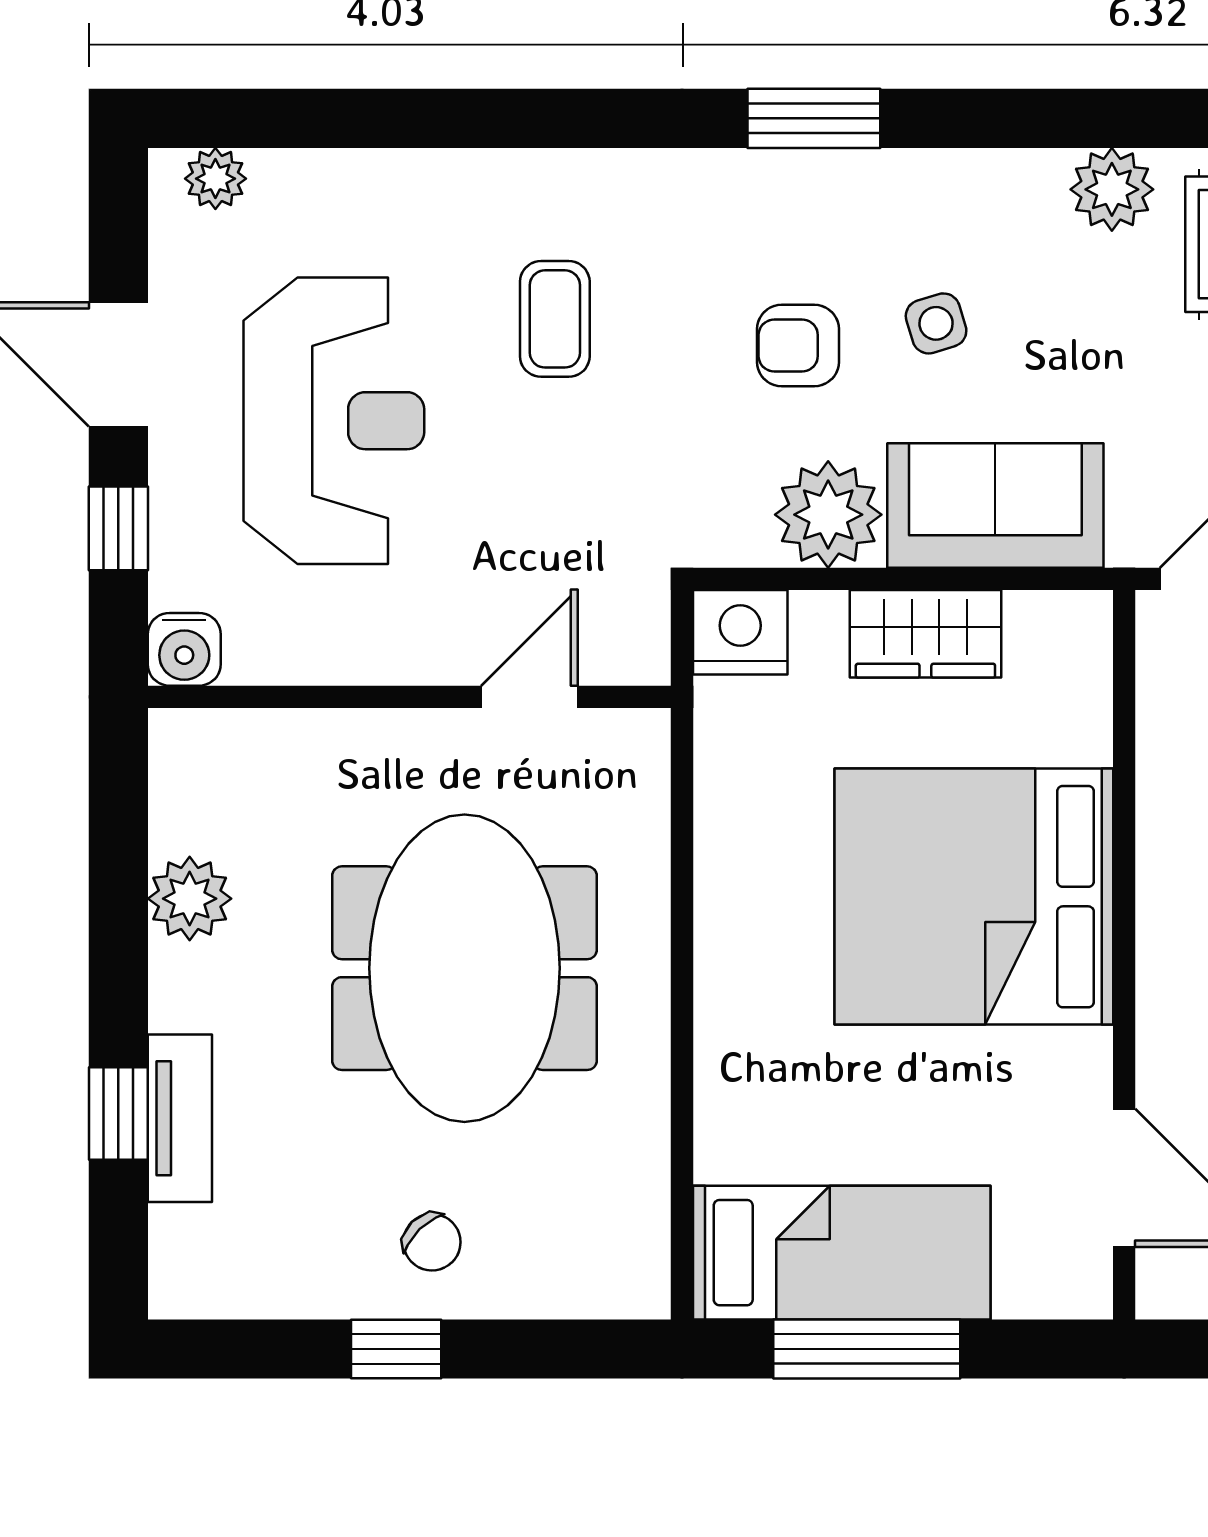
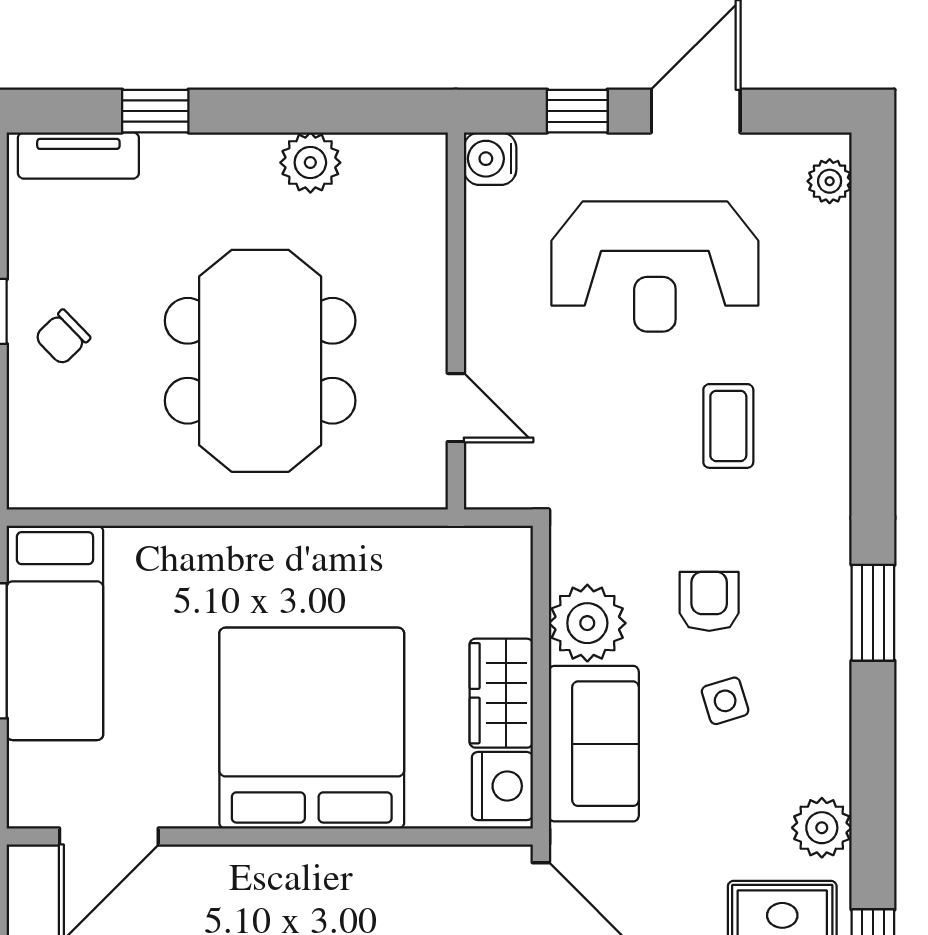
coffee table: (555, 319) -> (728, 426), turned 90
nightstand: (740, 632) -> (502, 786), moved
meeting table: (464, 968) -> (260, 361), turned 90
tv unit: (180, 1118) -> (78, 155), moved

